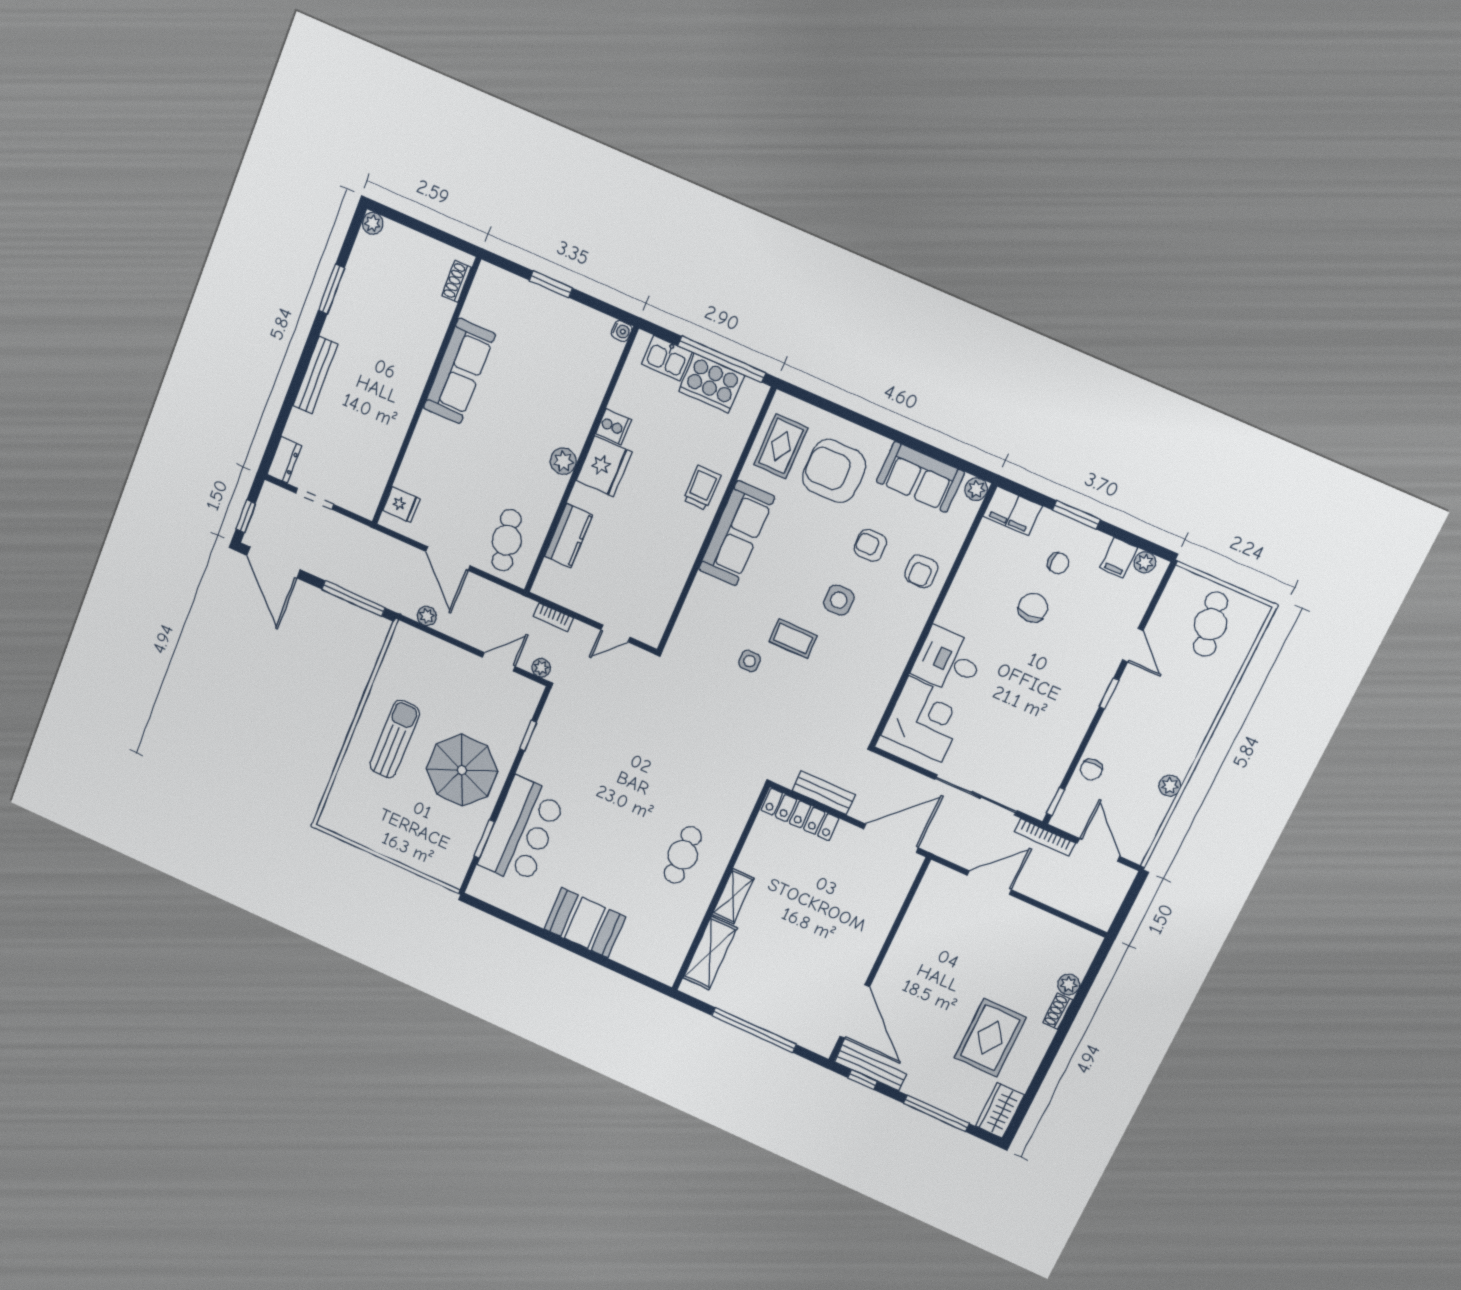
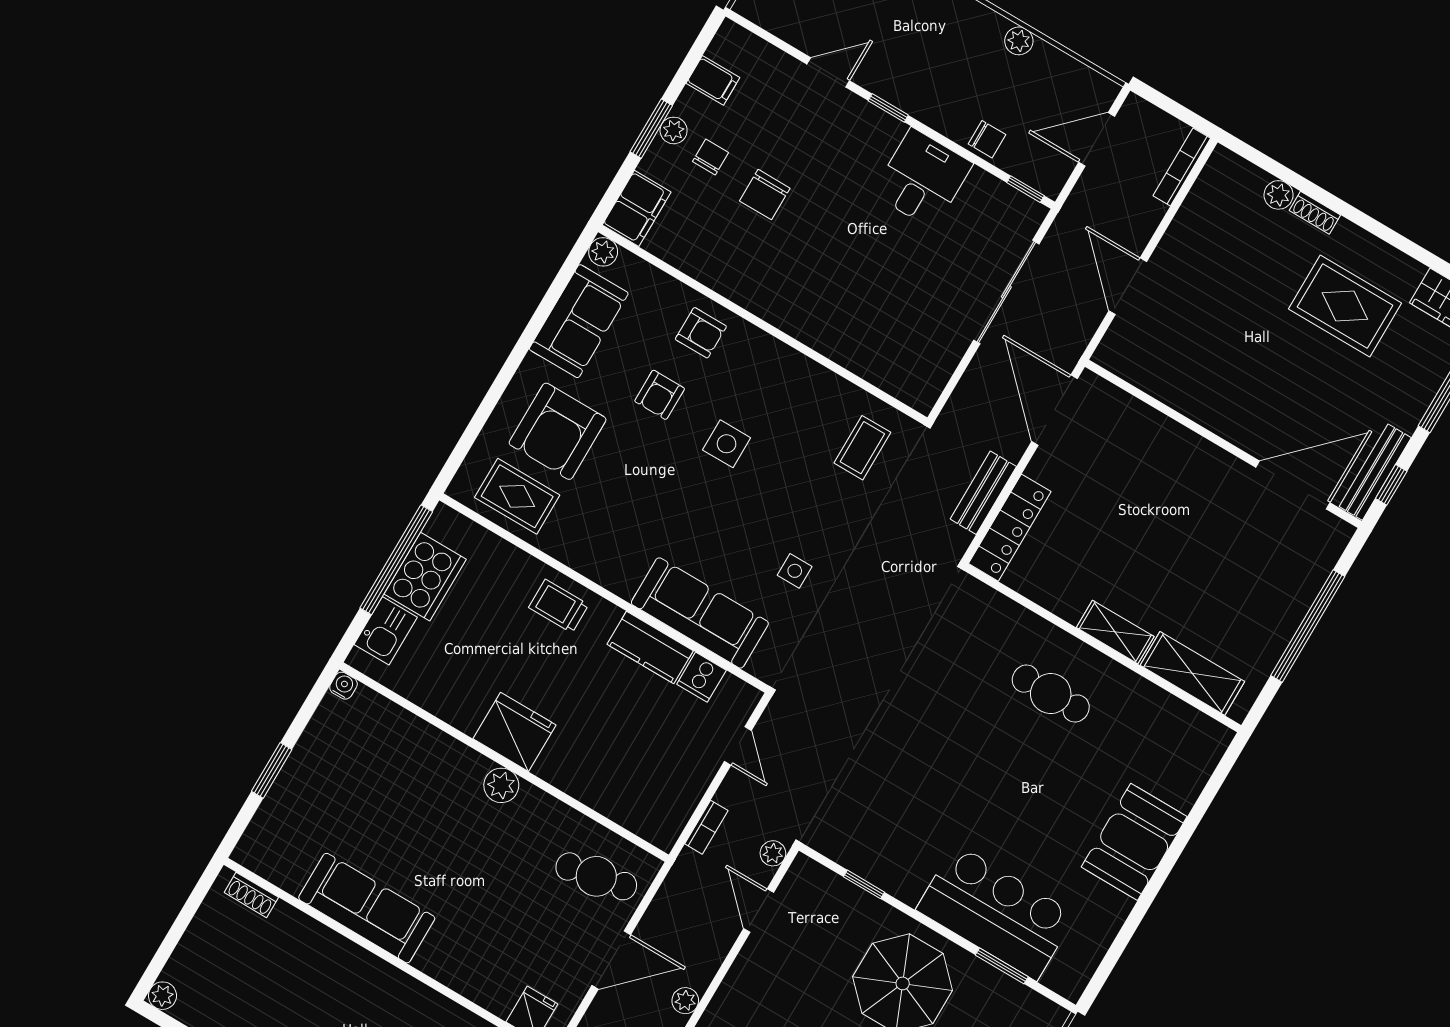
cooker: (614, 427) -> (701, 677), moved, turned 180
sofa: (737, 533) -> (700, 613), moved
kitchen counter: (569, 536) -> (650, 648), moved, turned 180
plant: (1145, 562) -> (674, 130), moved
chair: (1033, 608) -> (765, 195), turned -90
coffee table: (793, 639) -> (862, 448), moved
desk: (948, 661) -> (922, 179), moved, turned 180
corner desk: (925, 719) -> (897, 348), removed
bookcase: (1045, 837) -> (1182, 167), moved, turned 180

